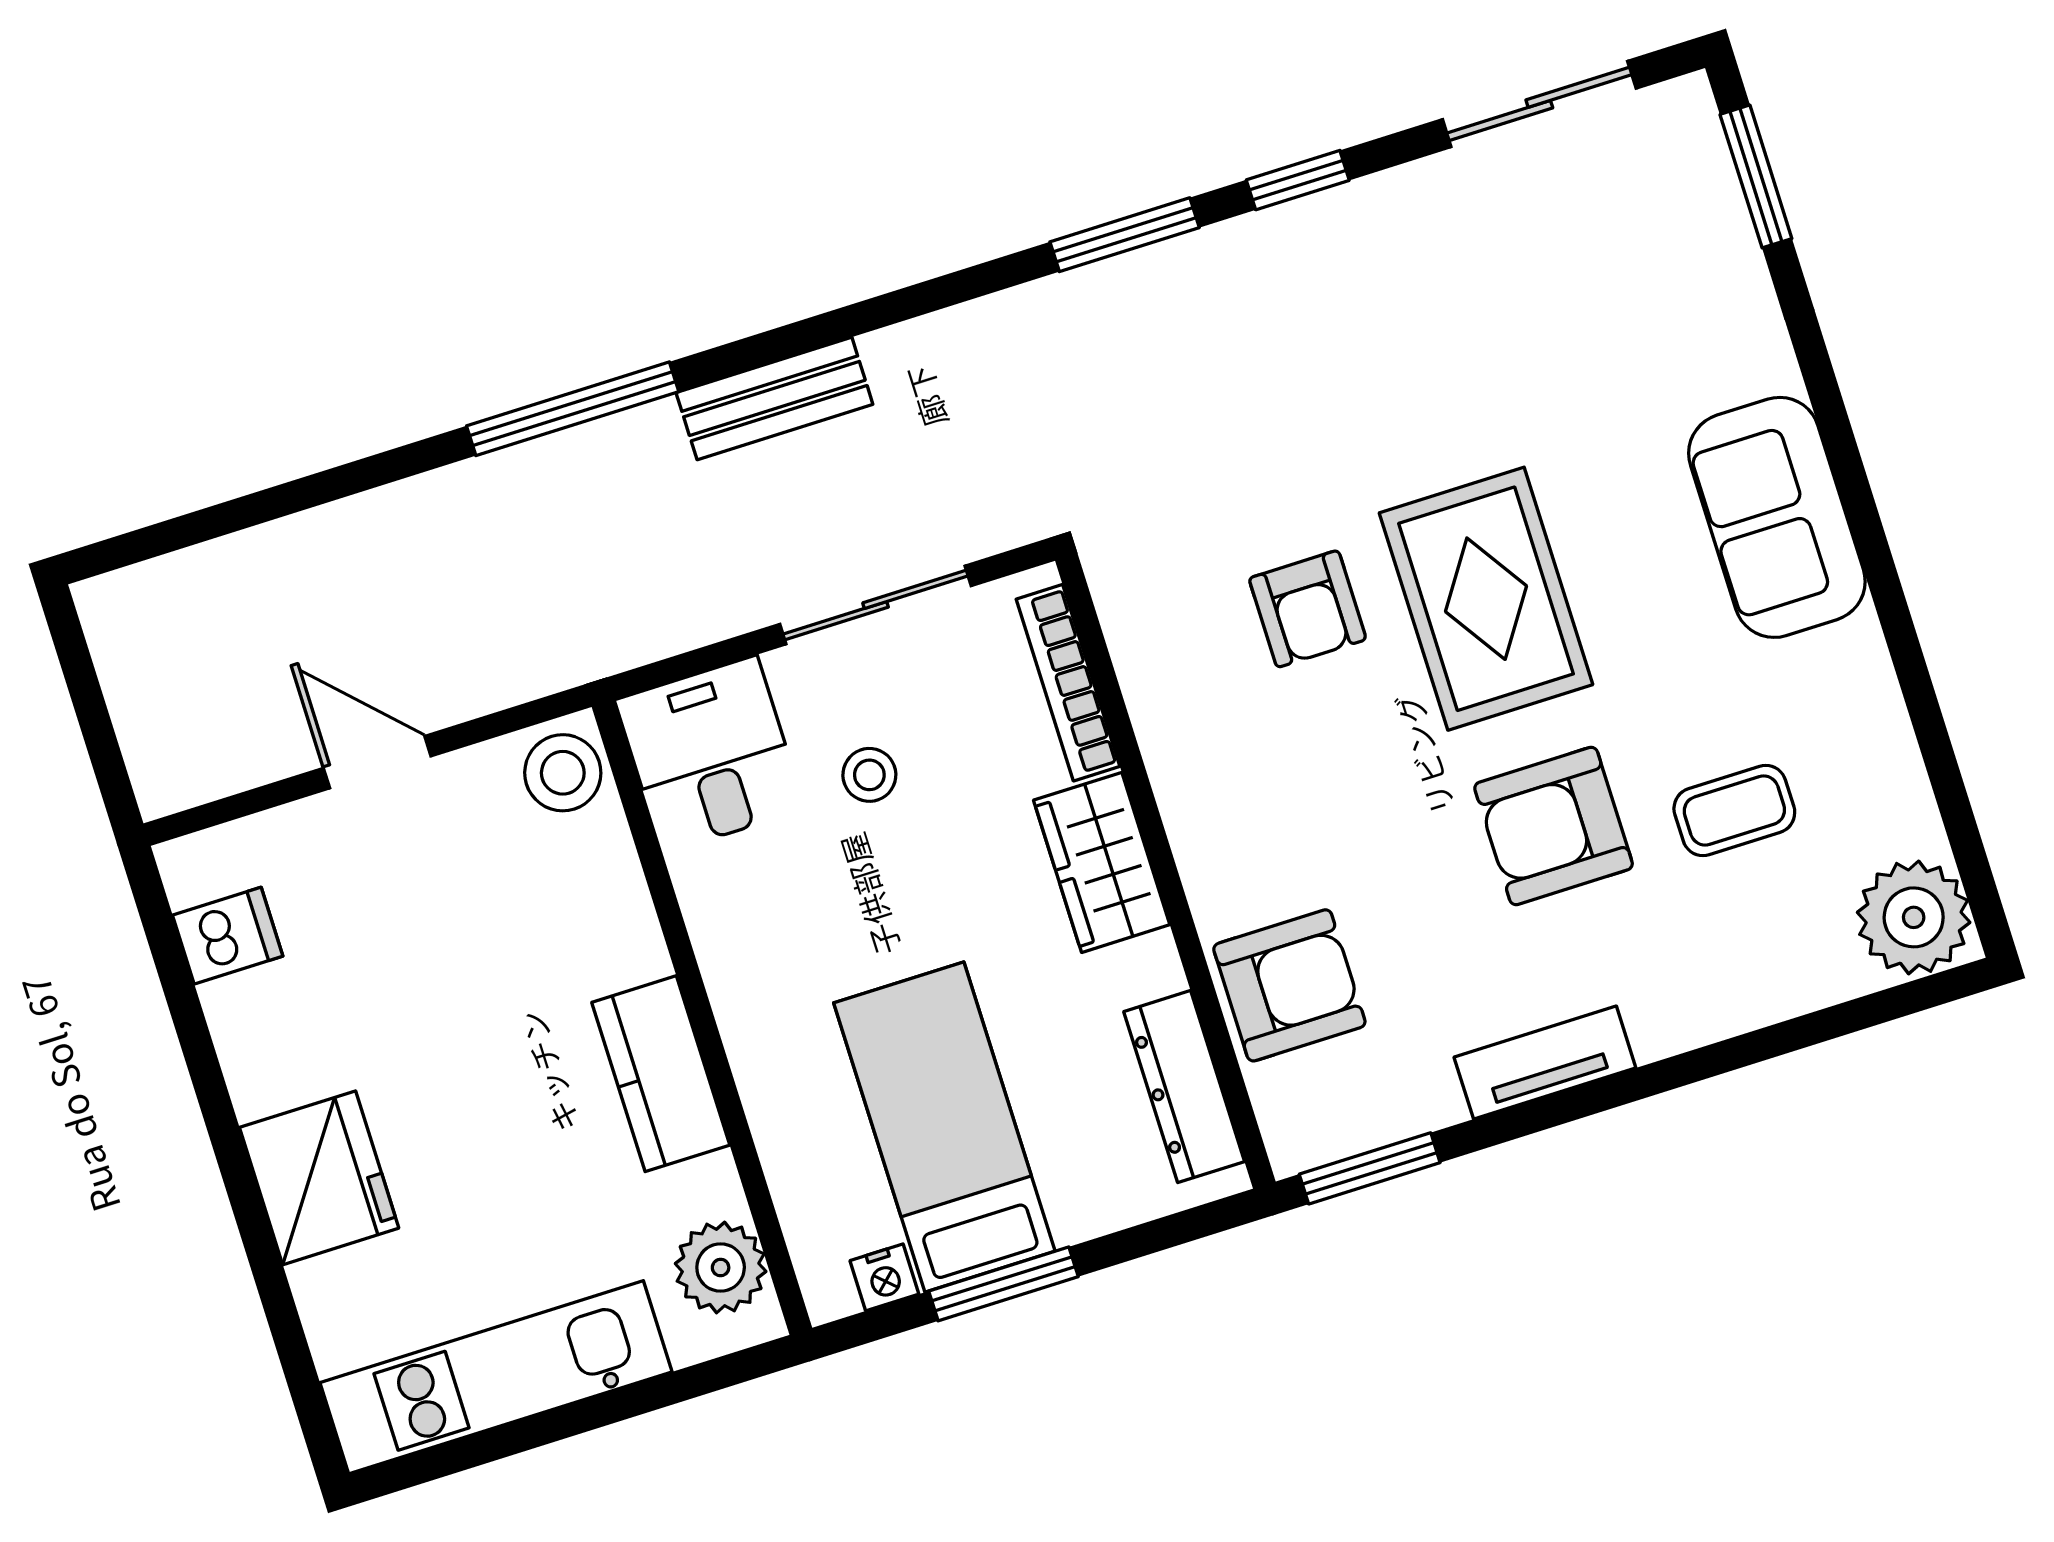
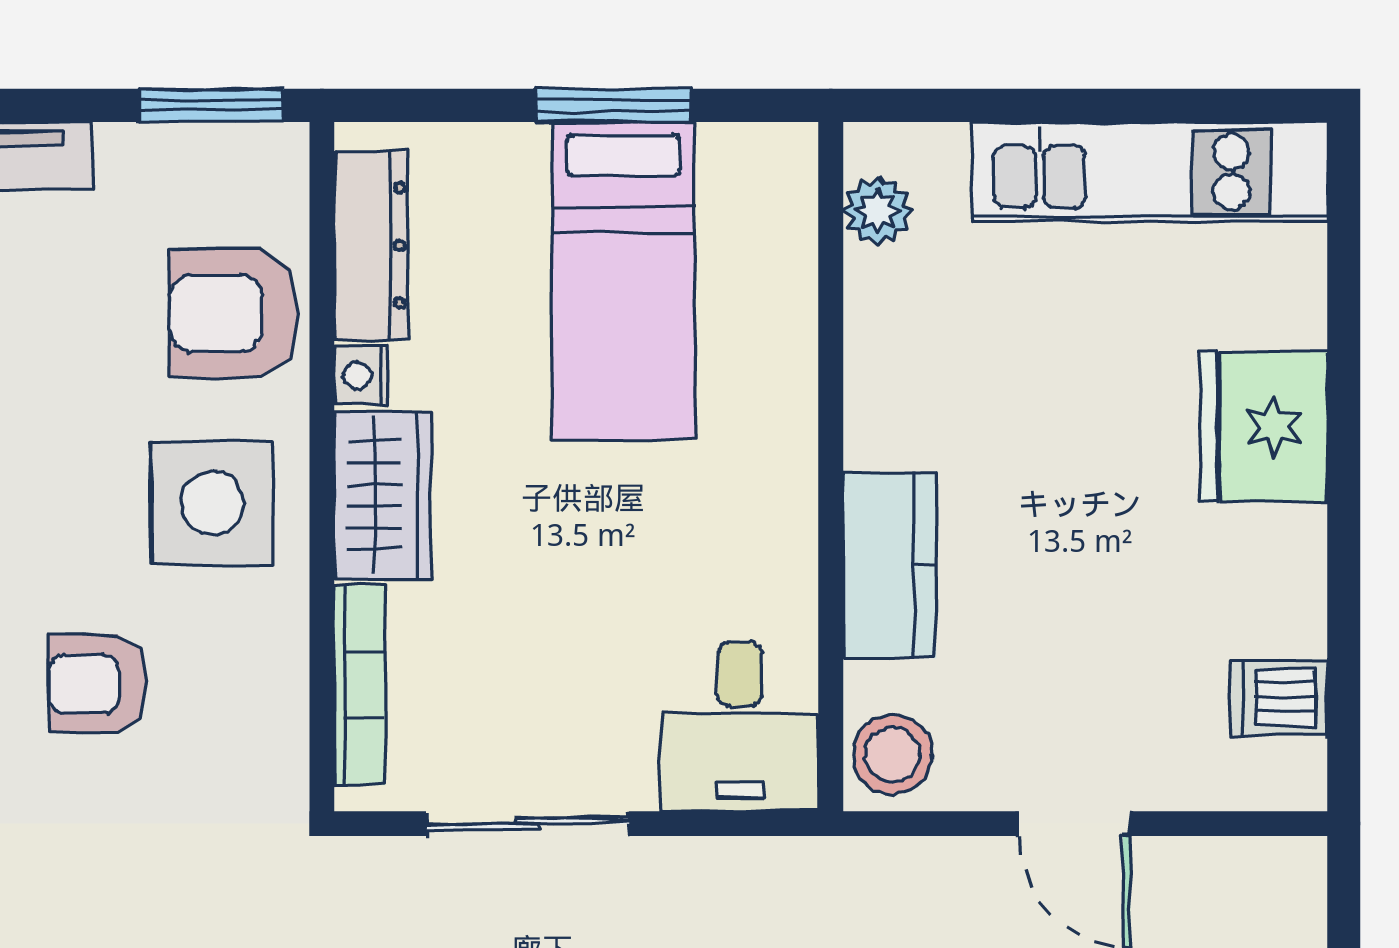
armchair: (1308, 609) -> (97, 684), turned -90
stool: (869, 775) -> (587, 656), removed
side table: (1255, 807) -> (212, 503), added
kitchen counter: (661, 1074) -> (890, 565), moved
plant: (721, 1267) -> (878, 211), width x0.73, depth x0.73
nightstand: (884, 1277) -> (362, 375), moved, turned -90

